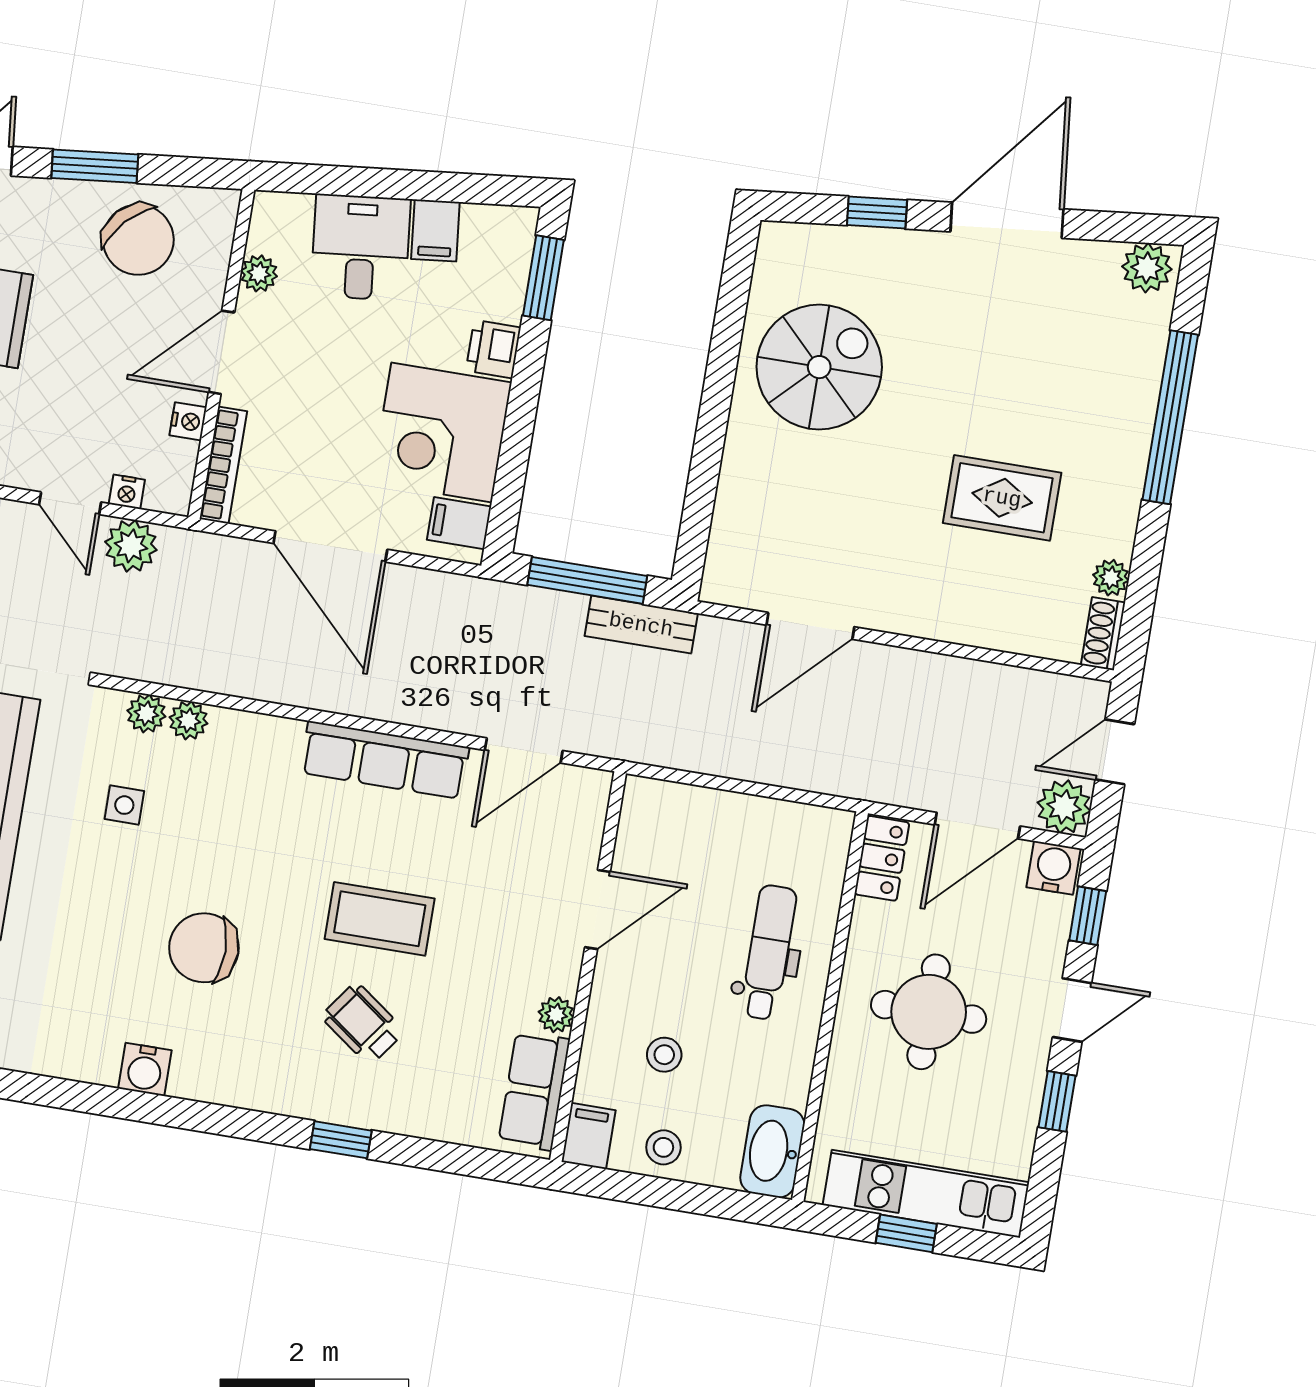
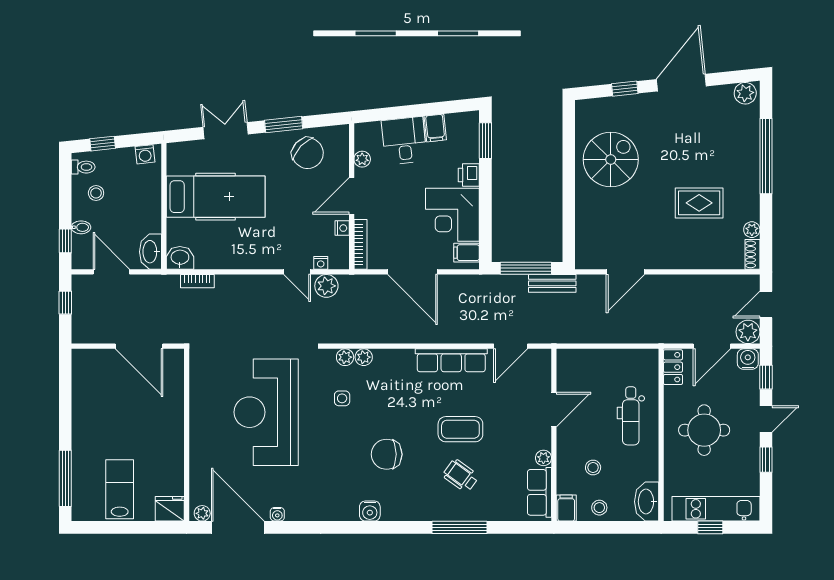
dental chair: (769, 952) -> (631, 416), turned 180
window: (341, 1140) -> (459, 527), width x2.17

